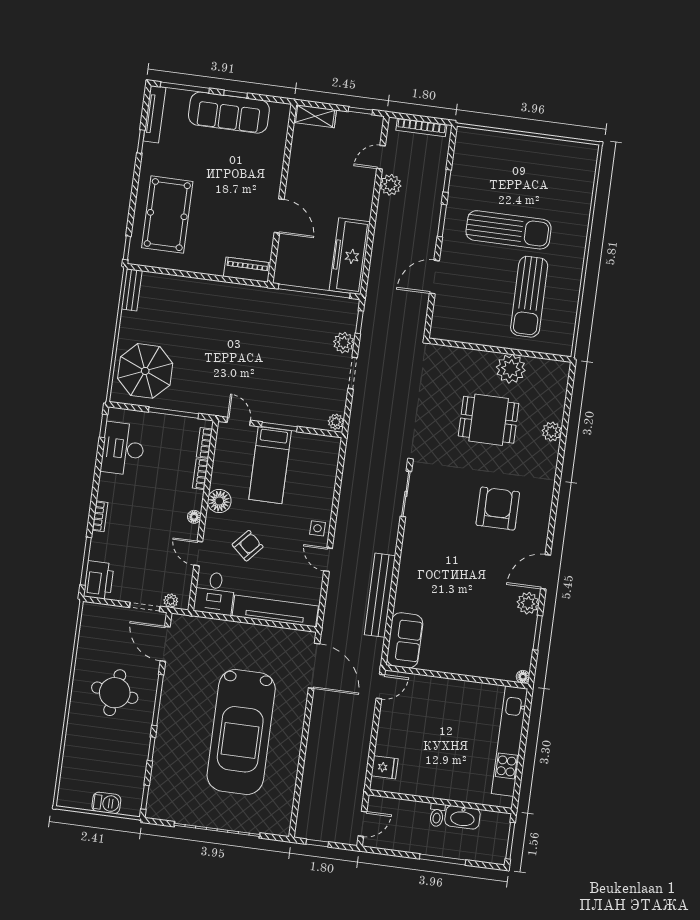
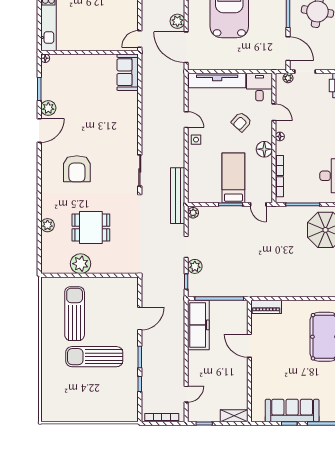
plant: (390, 185) -> (177, 21), moved
bench: (380, 595) -> (178, 196), moved

